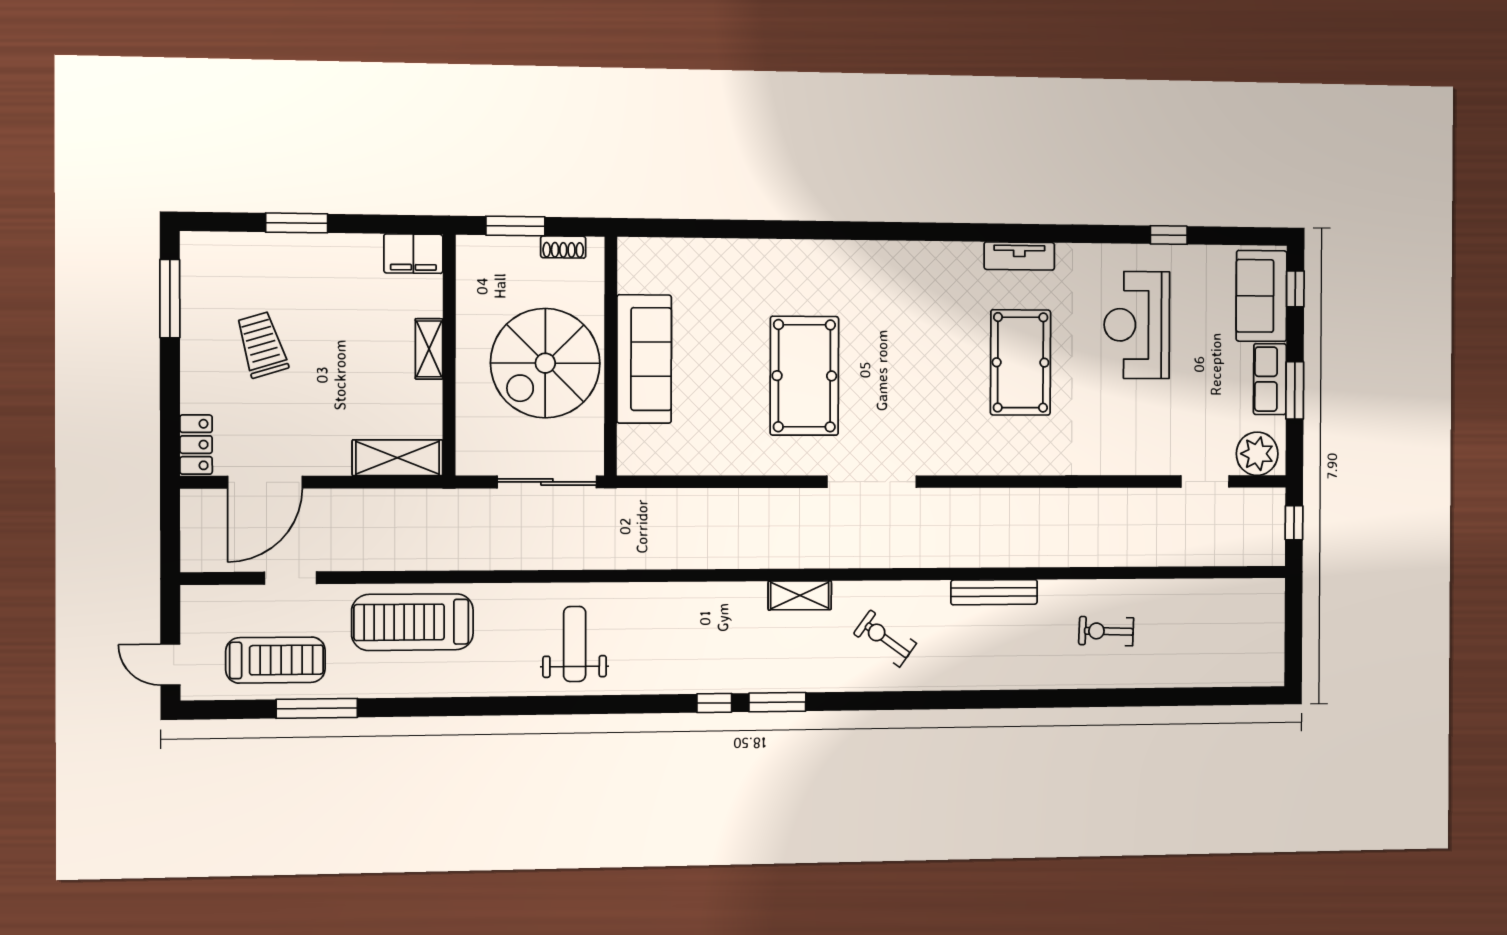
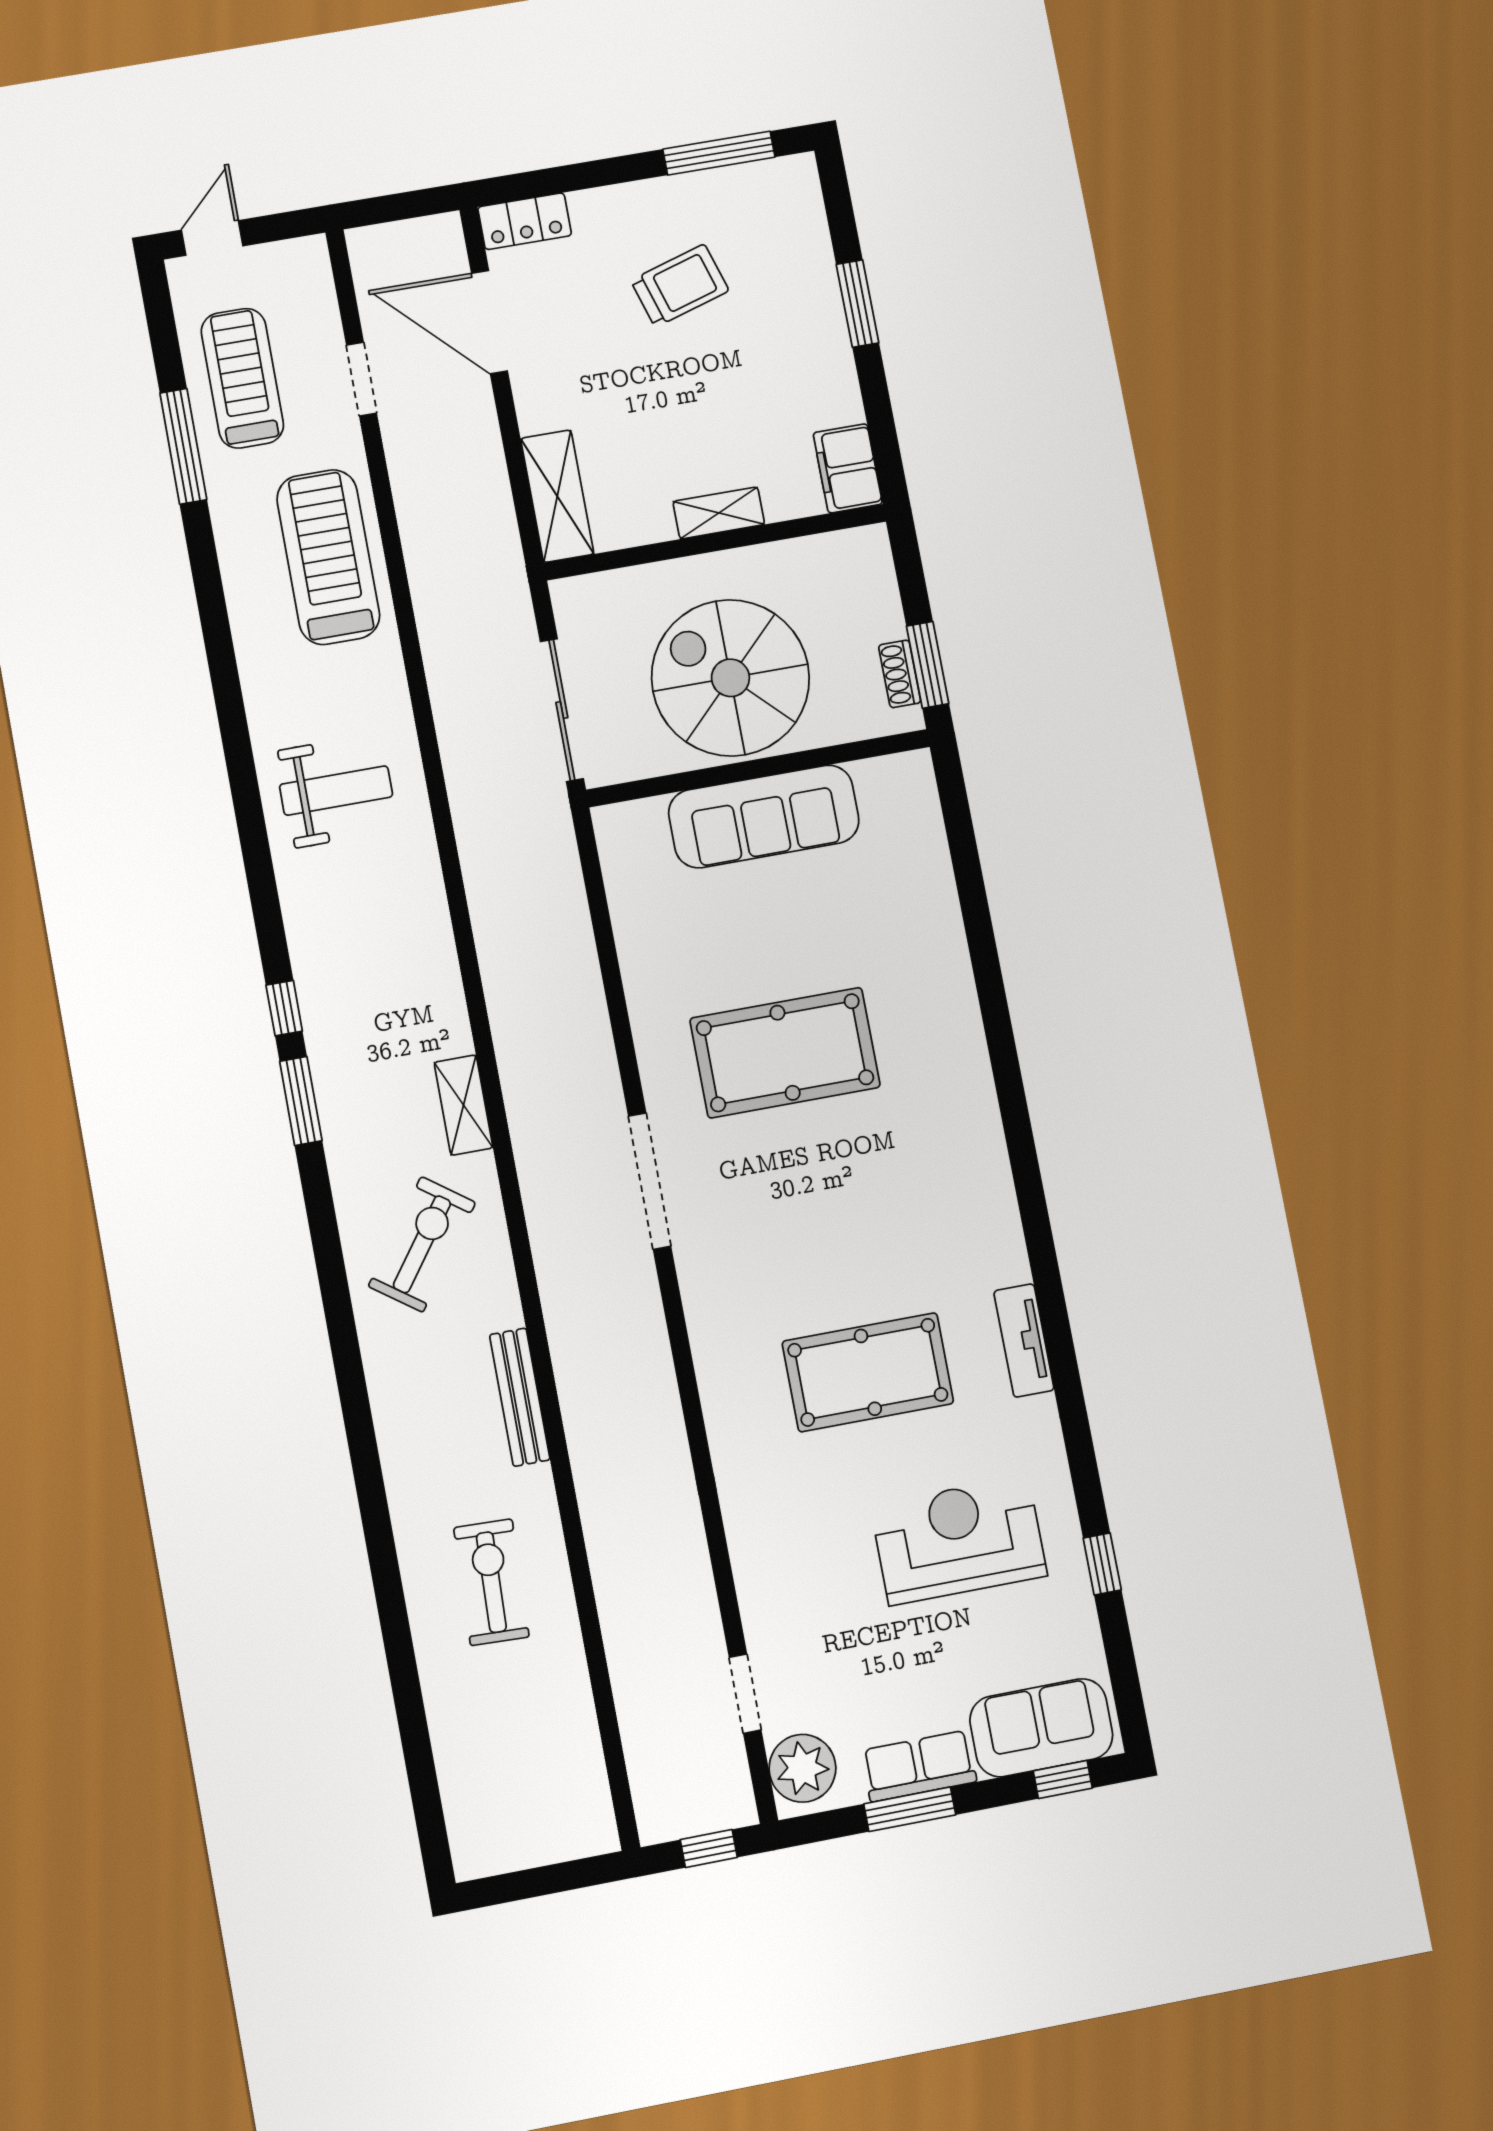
window: (515, 226) -> (928, 665), moved
exercise bike: (1106, 631) -> (491, 1582), width x1.38, depth x1.39
exercise bike: (885, 639) -> (422, 1244), width x1.38, depth x1.39
treadmill: (275, 660) -> (242, 378), turned 180

